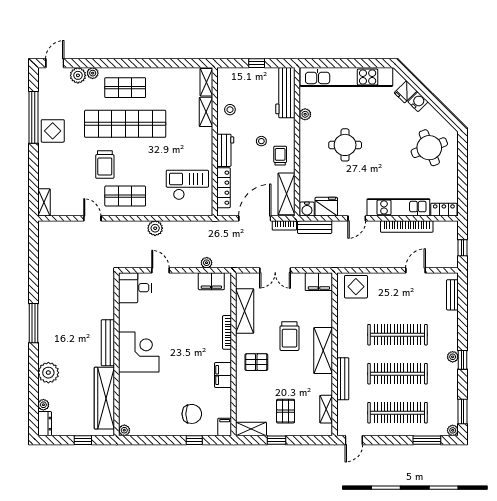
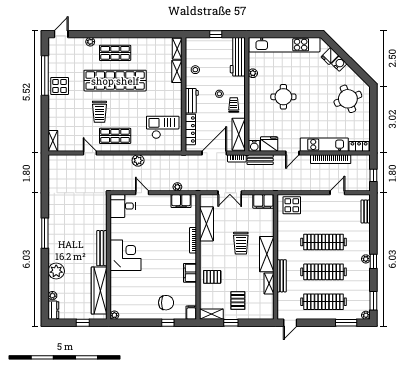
plant: (78, 75) -> (79, 43), removed
pallet: (256, 362) -> (212, 277), moved
shelving: (326, 409) -> (269, 283), moved

